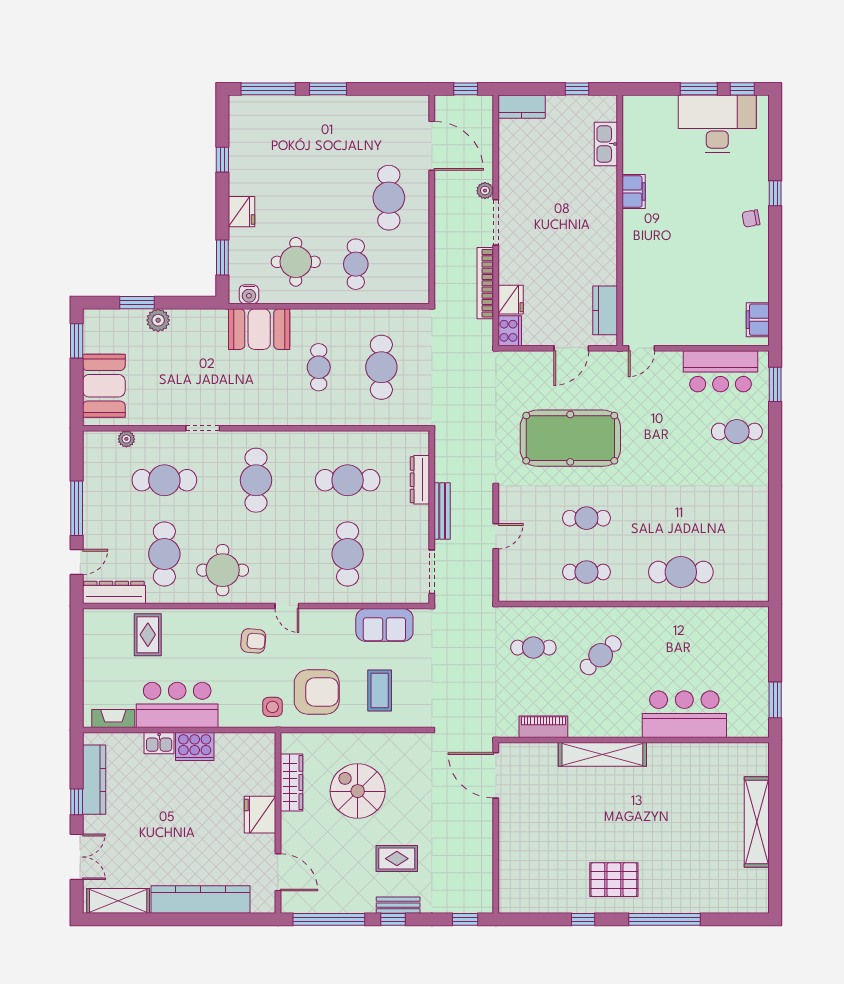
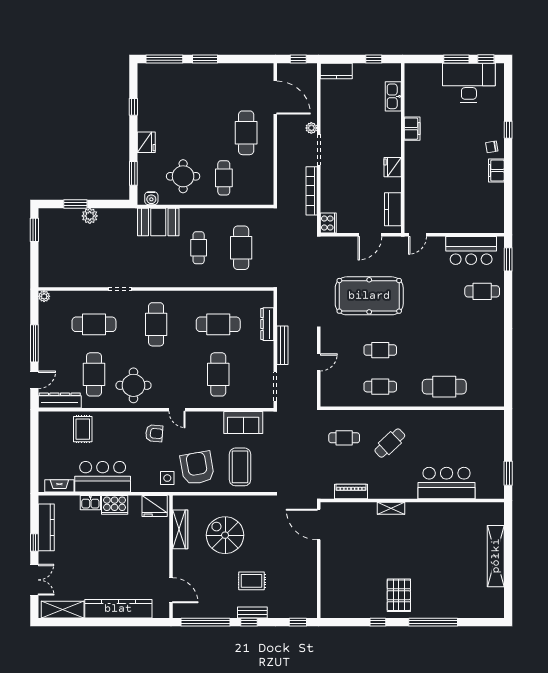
fridge: (511, 300) -> (393, 167), moved, turned 180
filing cabinet: (758, 320) -> (496, 171), moved
booth: (104, 386) -> (53, 260), removed
plant: (126, 439) -> (44, 296), moved
coffee table: (380, 690) -> (240, 467), width x1.36, depth x1.32
armchair: (317, 692) -> (197, 468), turned -100
shelving: (602, 754) -> (391, 508), width x0.45, depth x0.75
fridge: (260, 815) -> (155, 506), moved, turned -90
pallet: (614, 880) -> (399, 595), turned 90

